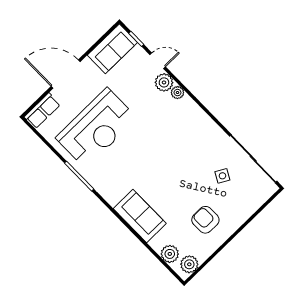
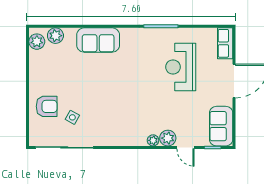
door: (158, 61) -> (185, 147), hinge flipped
reception desk: (96, 128) -> (181, 67), width x0.74, depth x0.77
armchair: (205, 220) -> (47, 106), moved

